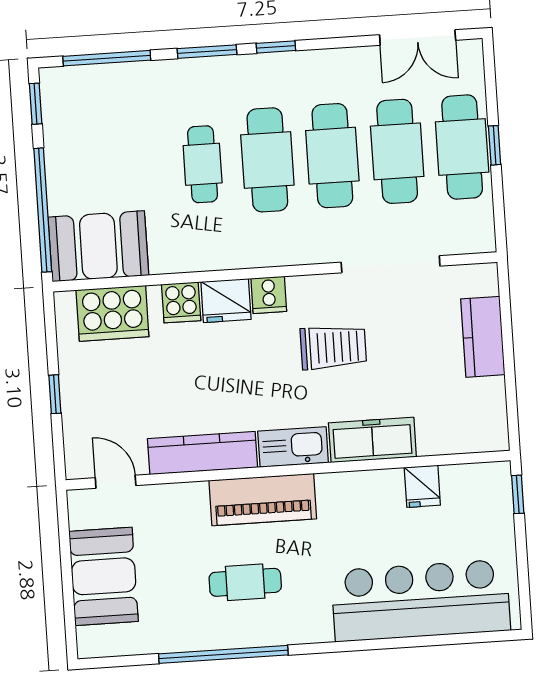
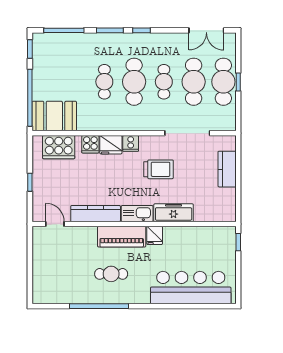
cafe table: (332, 156) -> (164, 82), width x0.73, depth x0.74
fridge: (422, 486) -> (155, 235), moved
booth: (104, 576) -> (47, 267), removed

